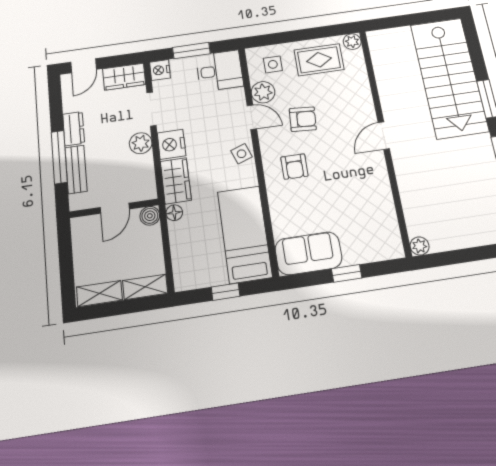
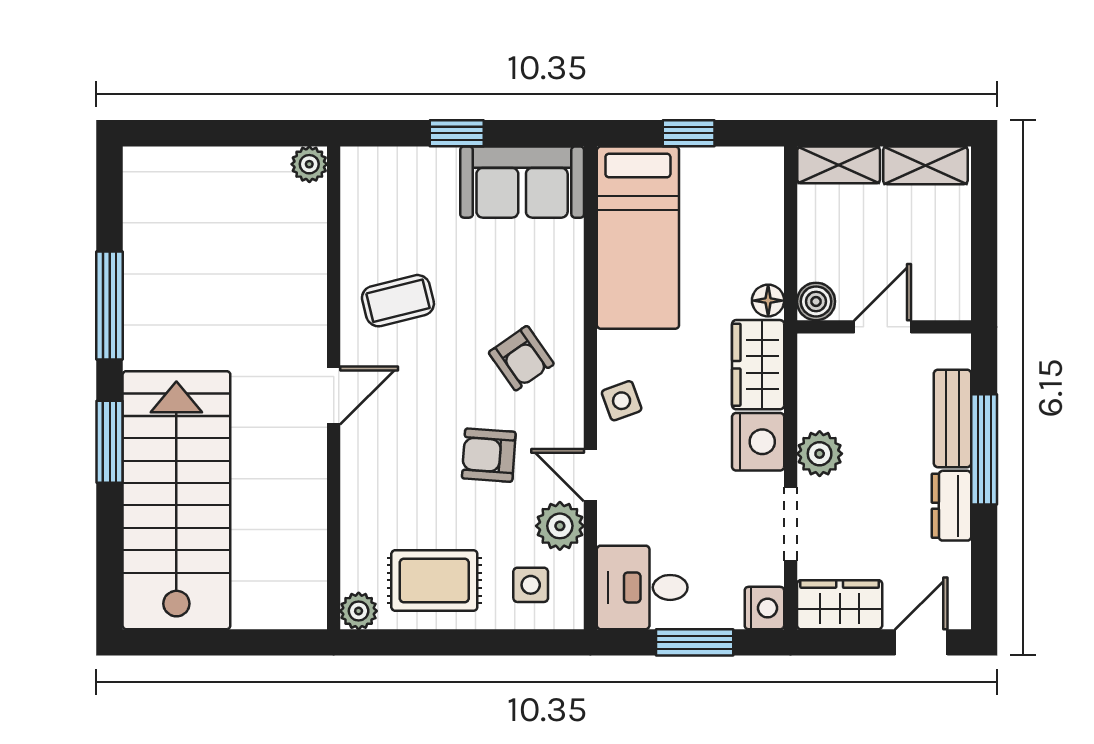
armchair: (294, 167) -> (521, 358), turned 145
coffee table: (361, 185) -> (398, 301), added

